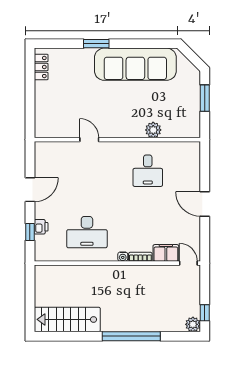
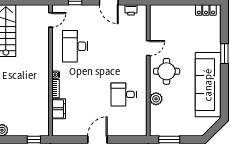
window: (205, 98) -> (169, 140), moved
round table: (119, 117) -> (167, 71), added
printer: (41, 227) -> (131, 10), moved
door: (188, 263) -> (50, 20), moved
window: (205, 313) -> (34, 140), moved

